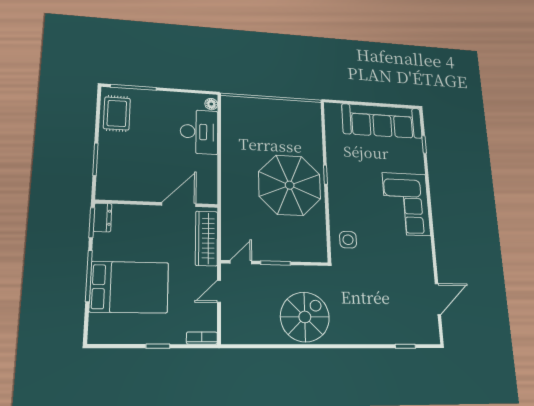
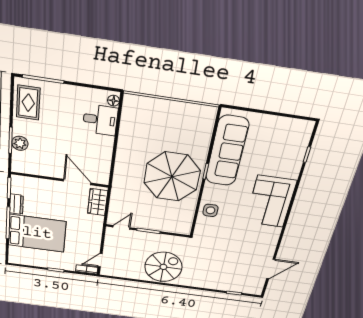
sofa: (382, 121) -> (227, 151), moved, turned -90
desk: (199, 132) -> (100, 120), width x0.73
plant: (107, 162) -> (20, 143), added
door: (179, 205) -> (77, 182), hinge flipped
dresser: (103, 217) -> (16, 204), moved
wardrobe: (206, 238) -> (98, 202), width x0.67
side table: (348, 240) -> (210, 210), moved
door: (219, 291) -> (100, 260), moved

